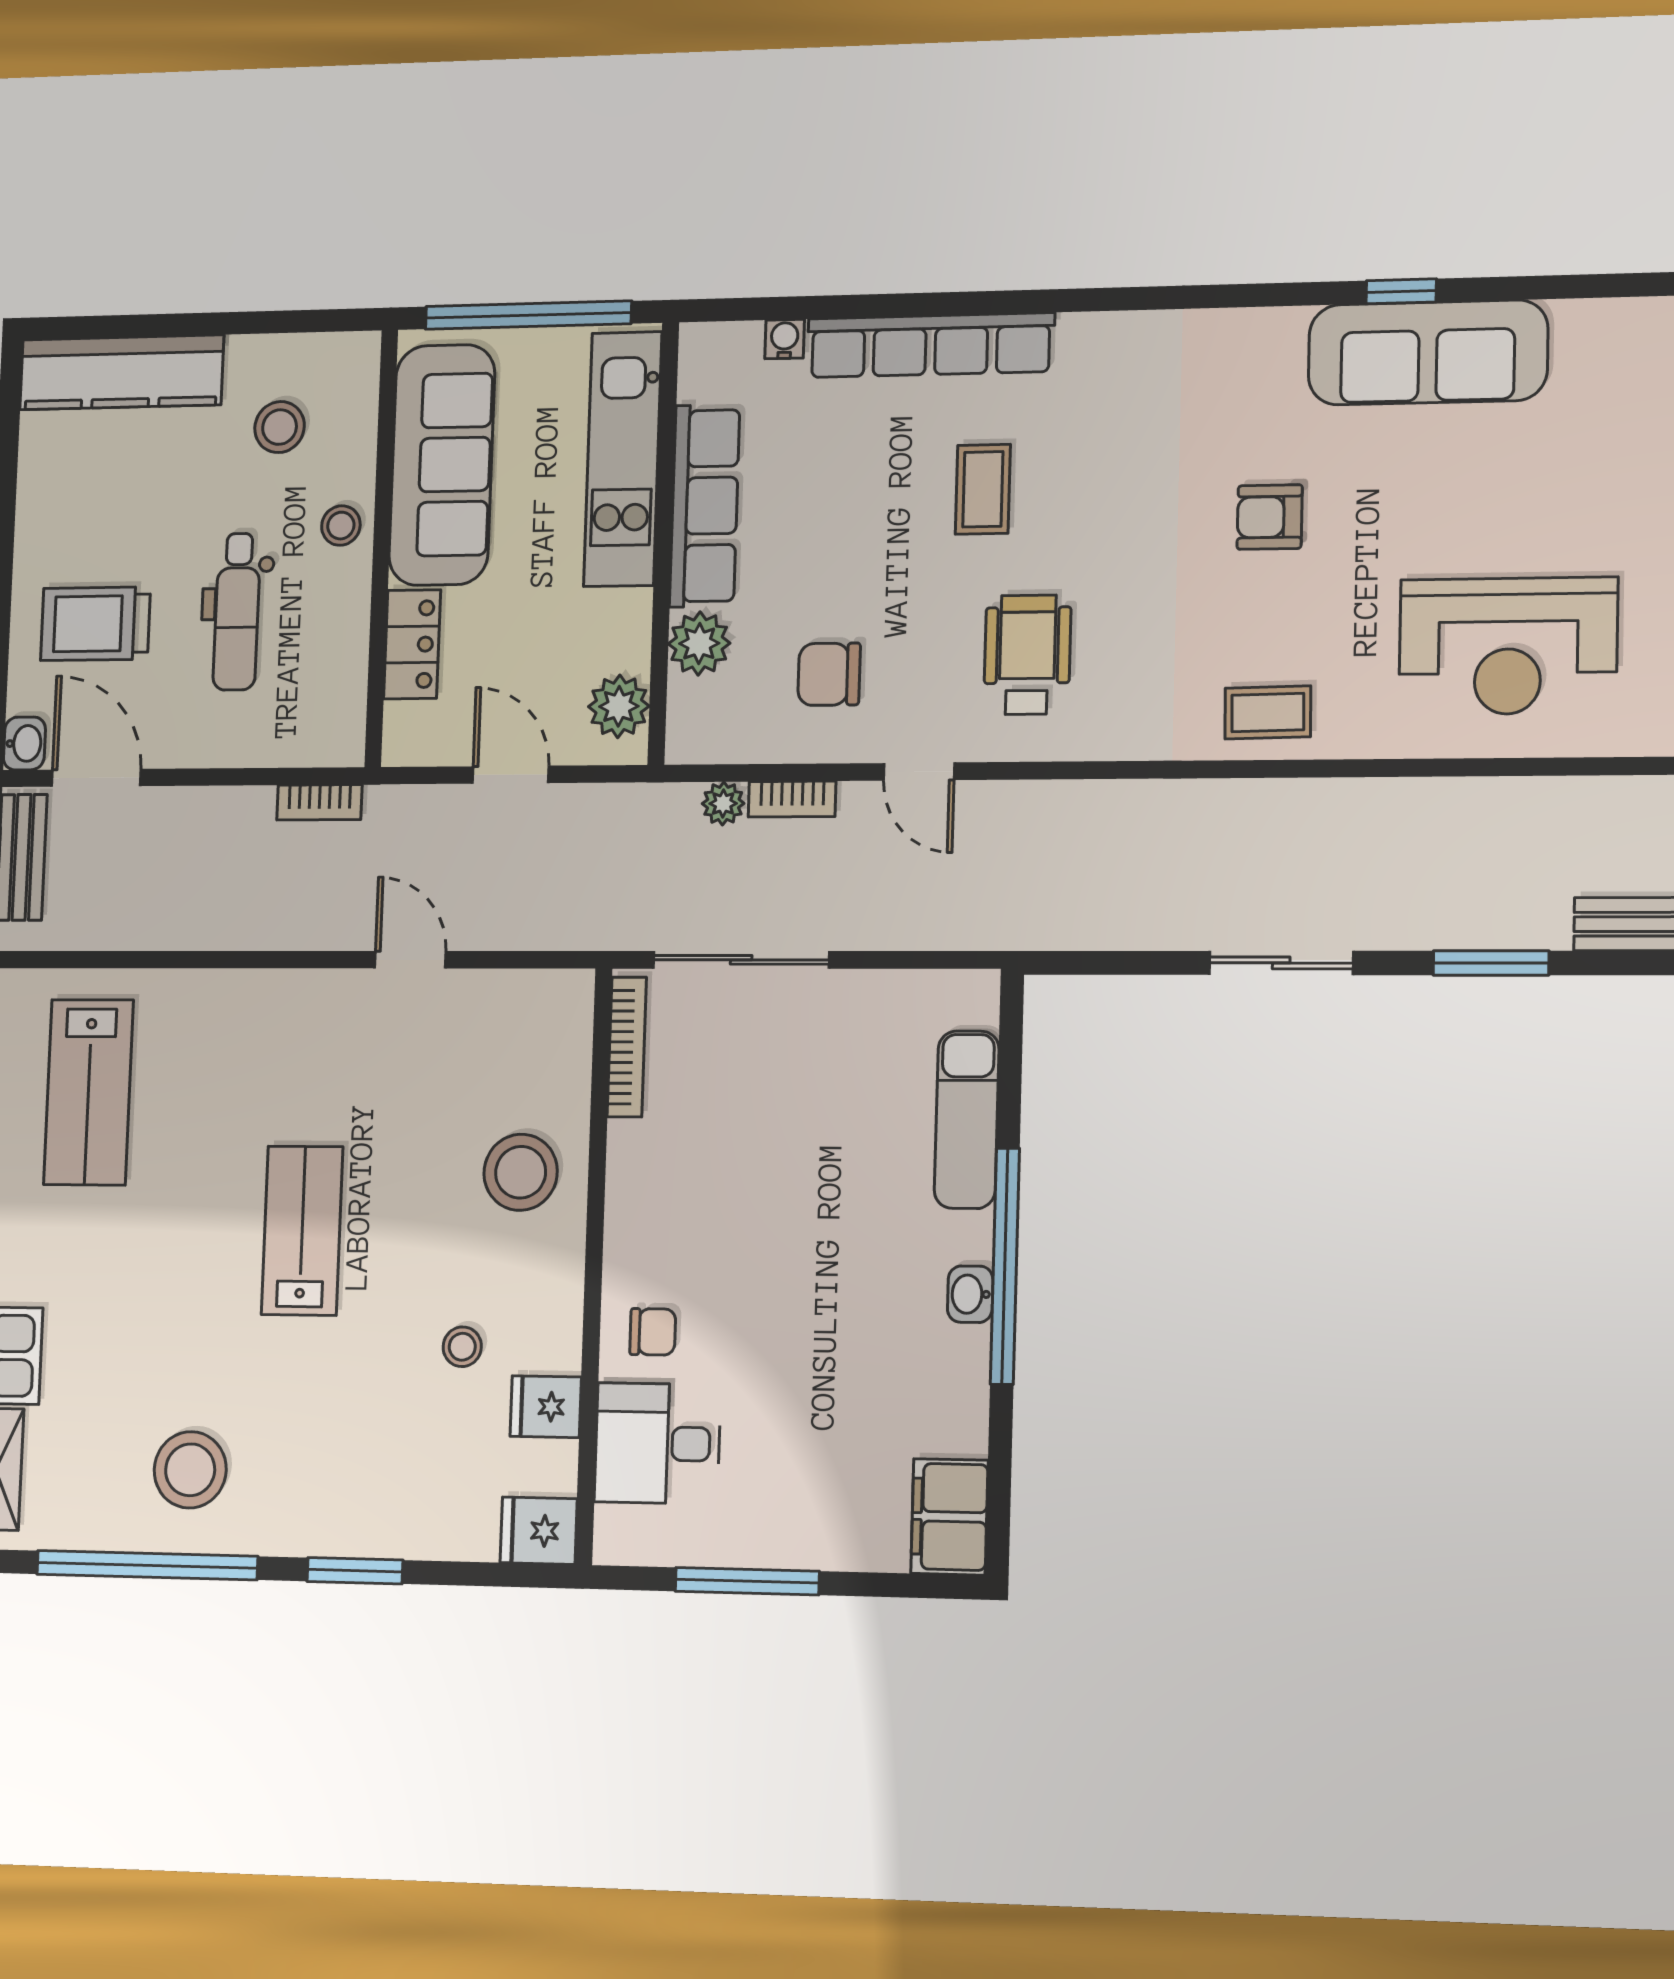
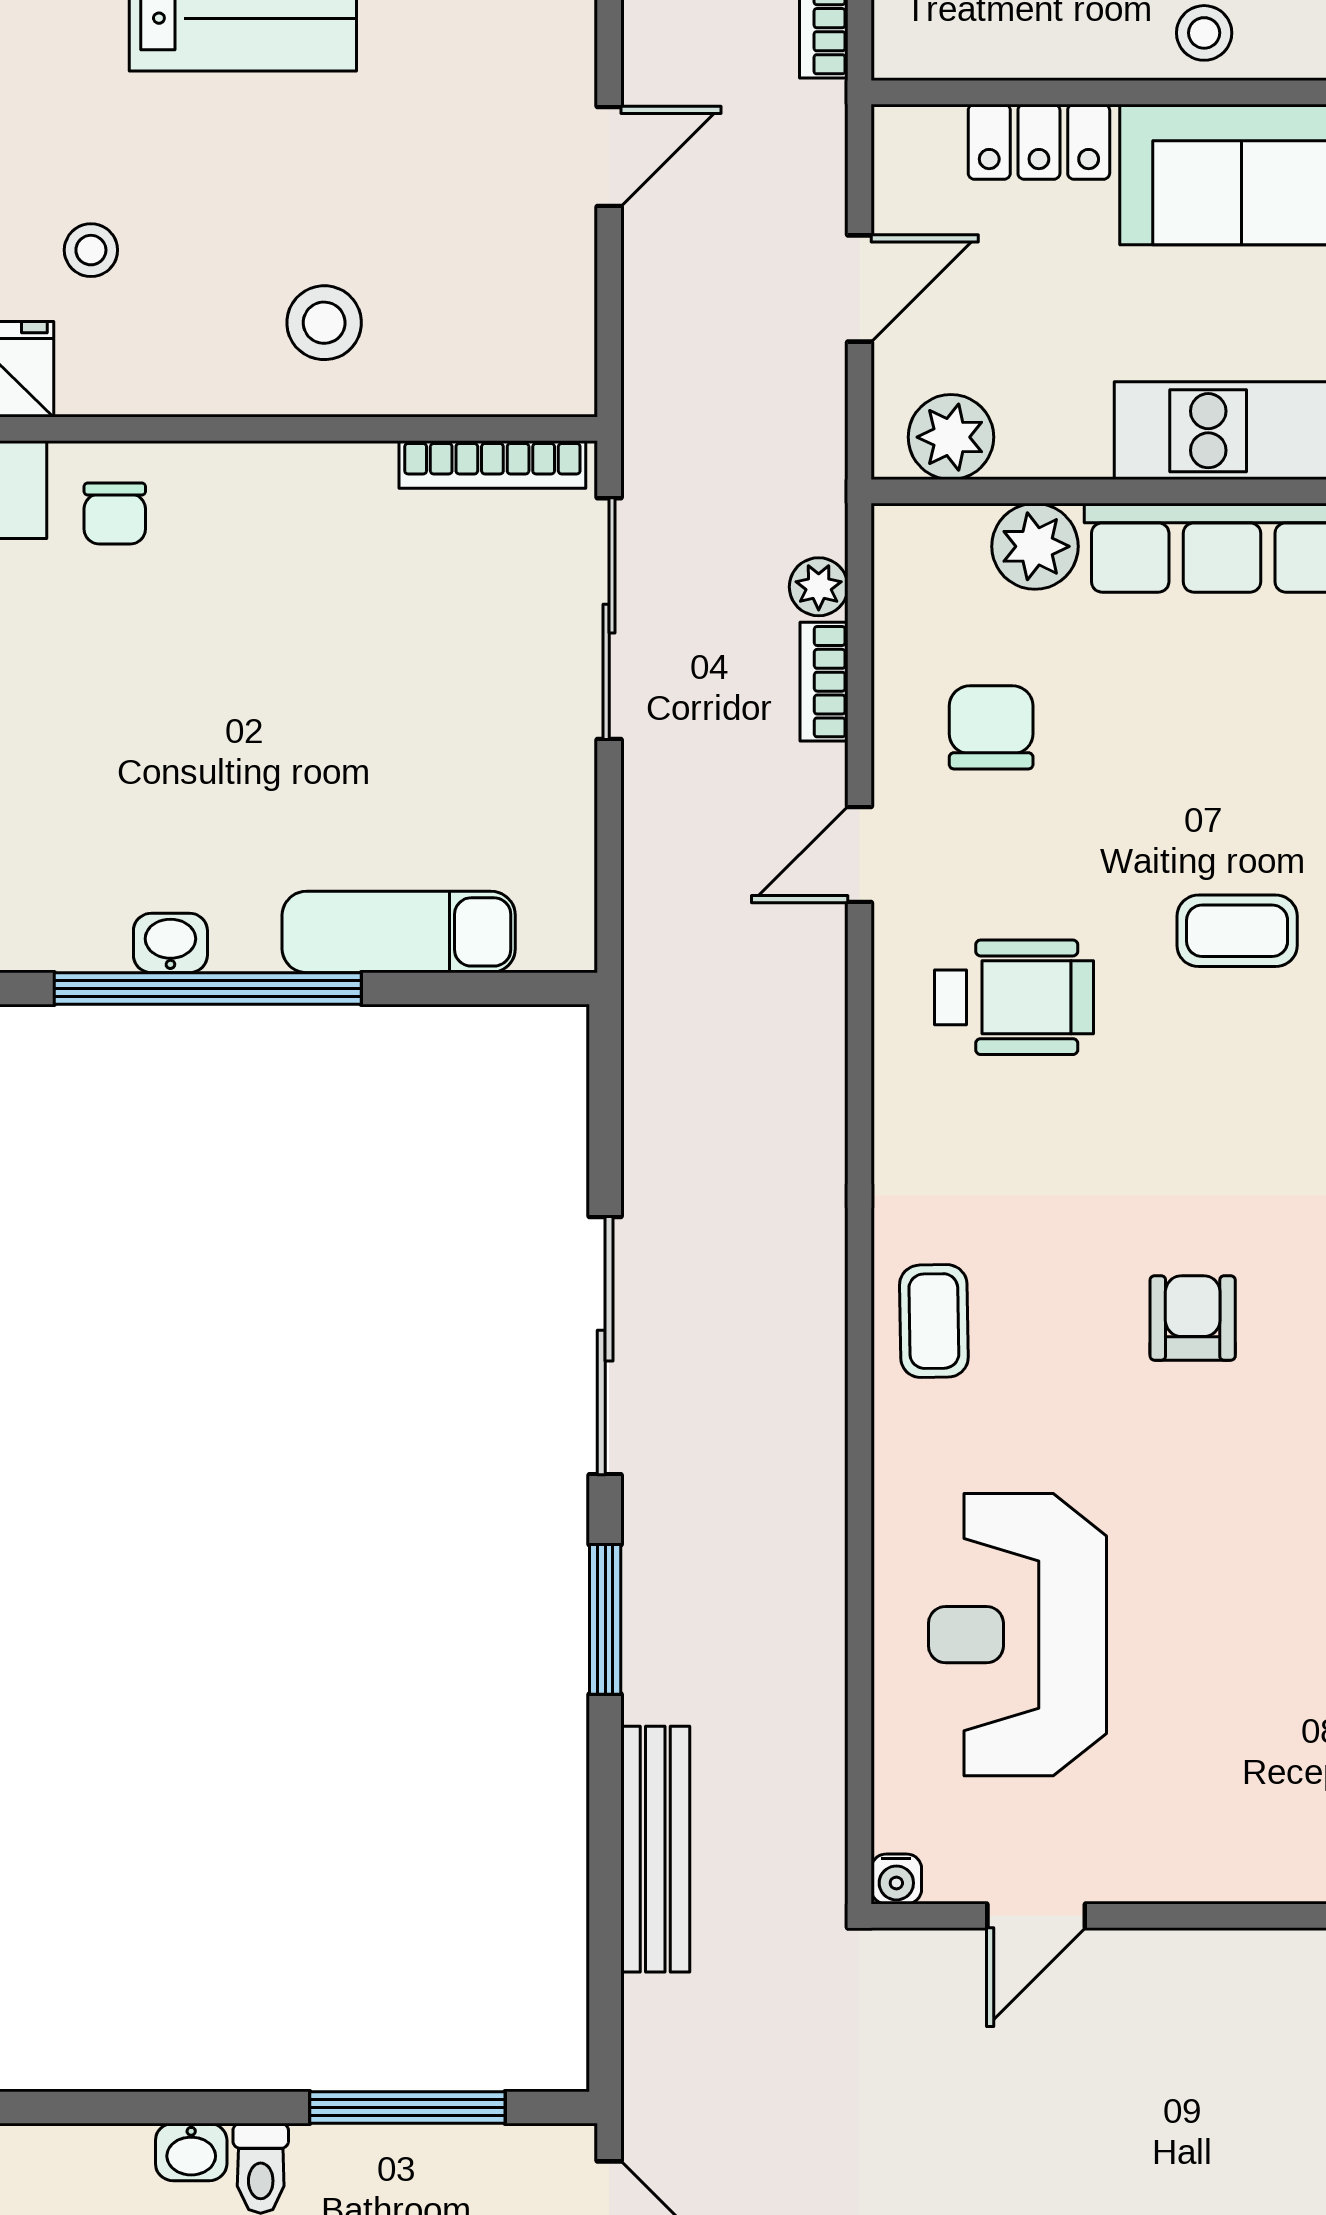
sliding door: (1281, 963) -> (605, 1346), width x1.37
stool: (521, 1172) -> (324, 323), width x0.73, depth x0.73

